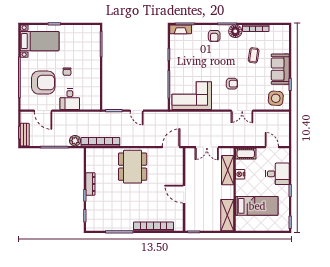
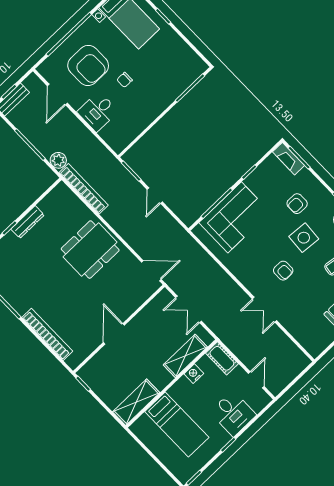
armchair: (214, 36) -> (297, 204), moved
corner sofa: (192, 96) -> (235, 217), moved, turned 90
side table: (276, 98) -> (304, 238), moved

